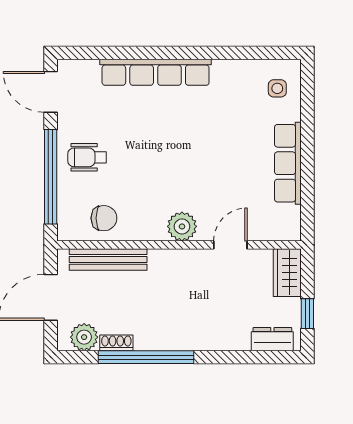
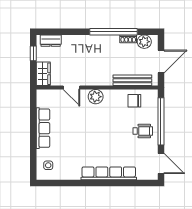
door: (230, 245) -> (72, 88), hinge flipped

